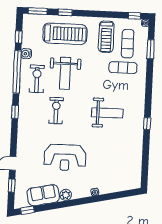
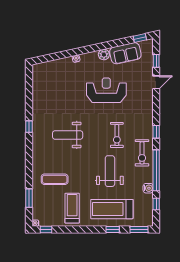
exercise mat: (128, 44) -> (51, 202), removed
exercise bike: (37, 79) -> (142, 153), moved

